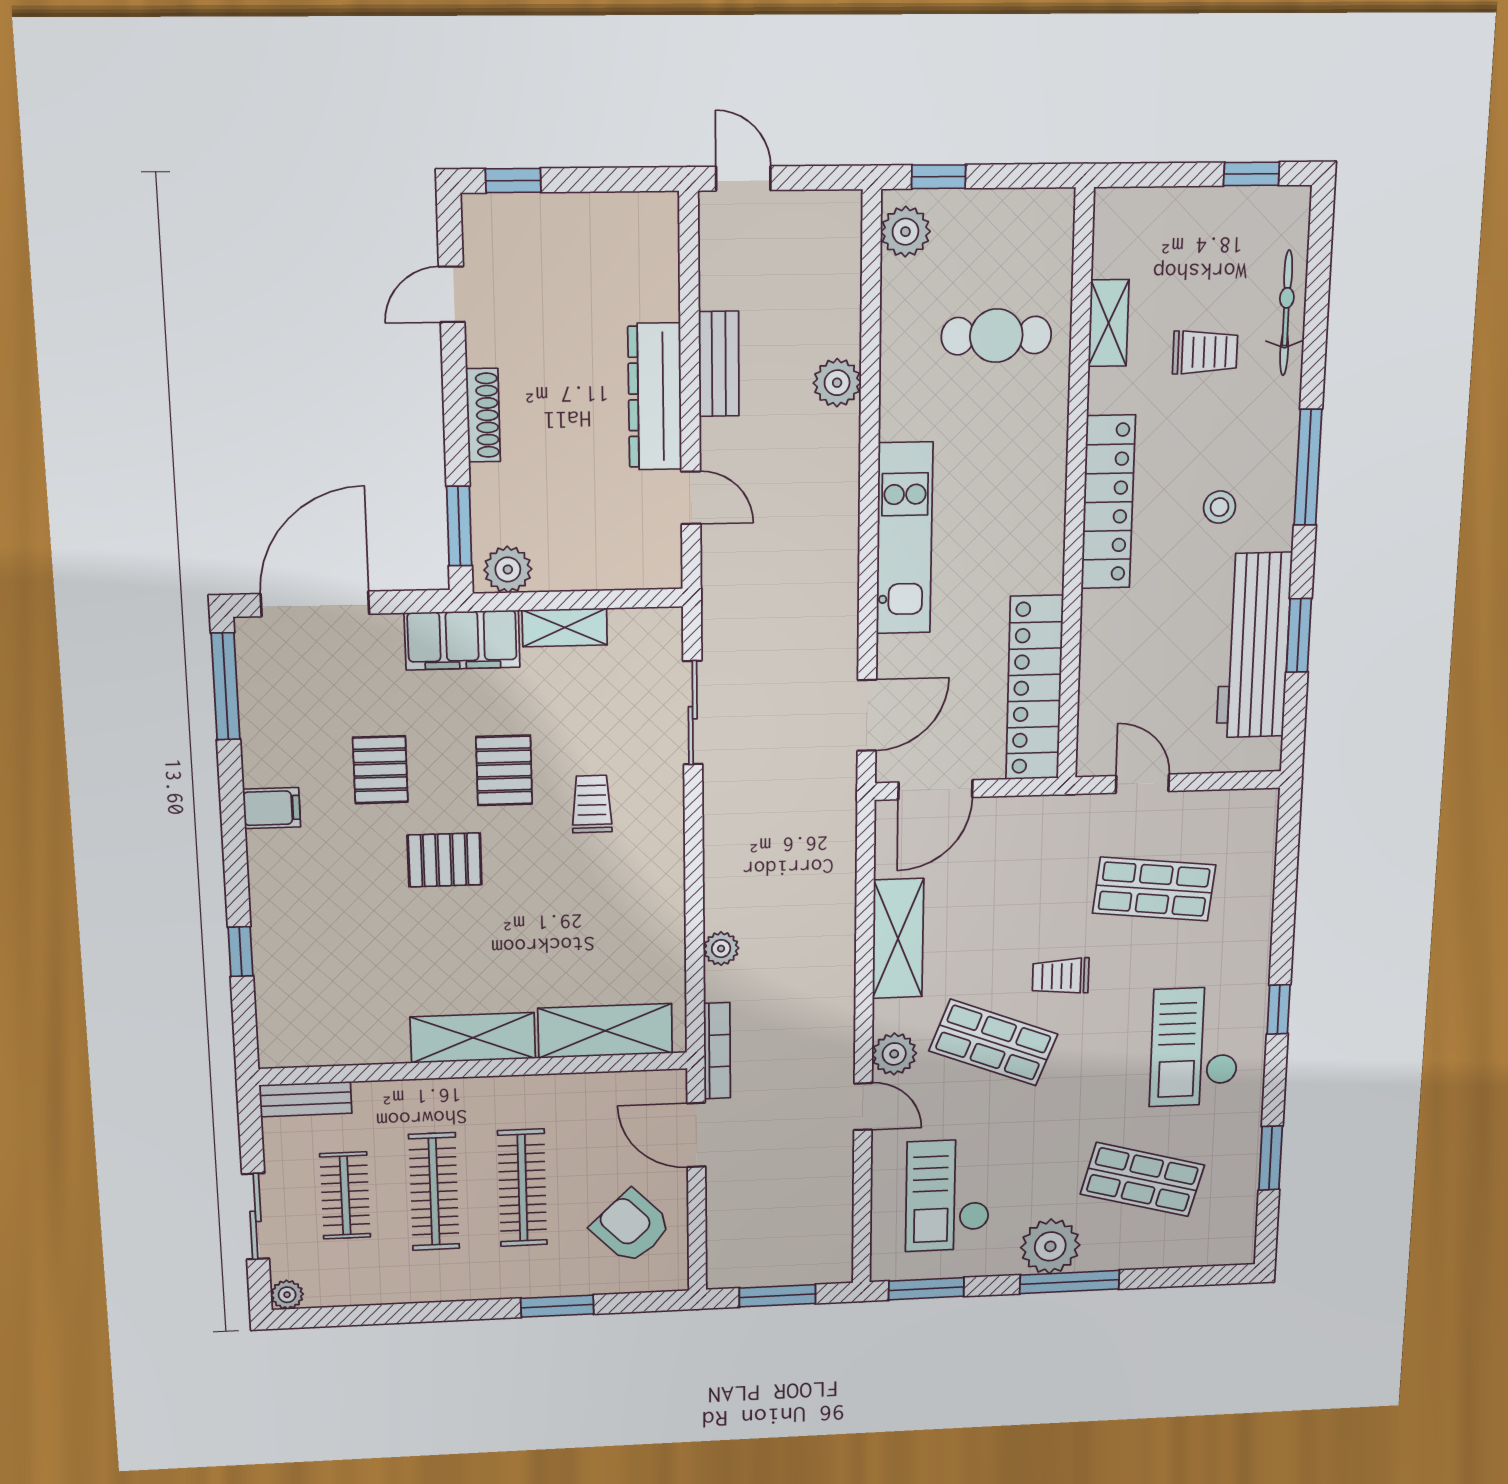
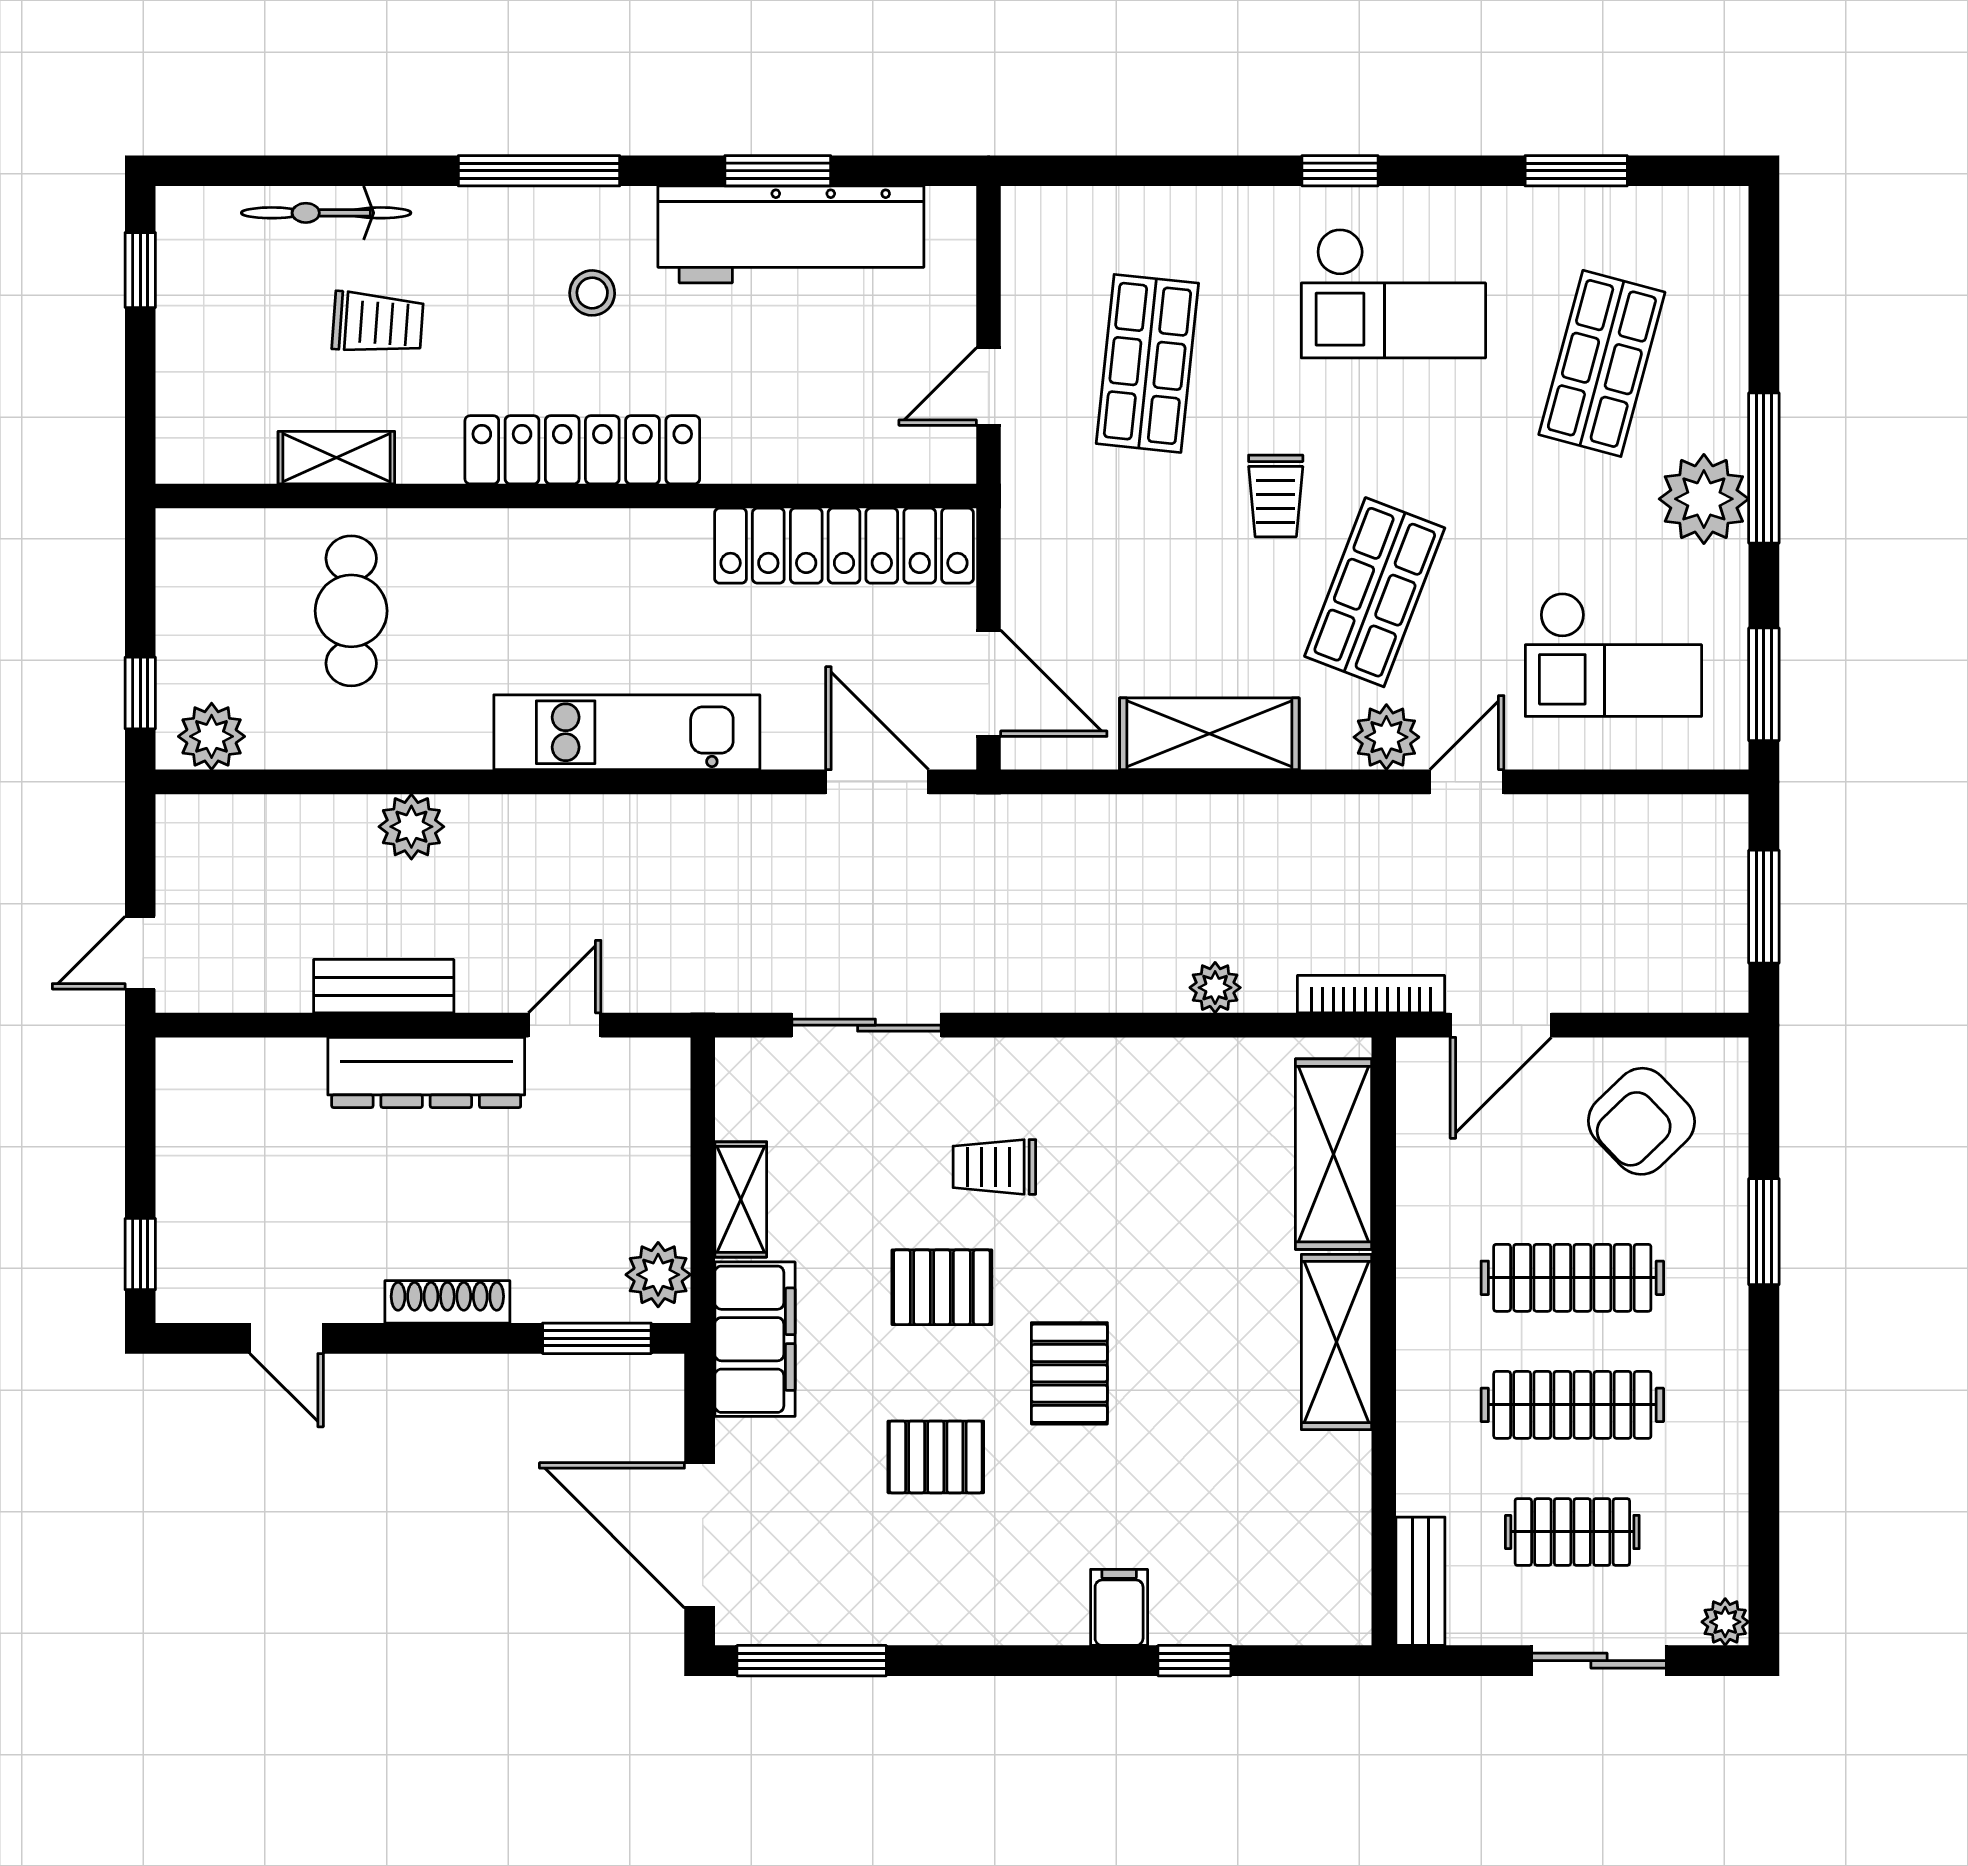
trolley: (1205, 352) -> (378, 323), turned 94
filing cabinet: (272, 808) -> (1119, 1607), moved

